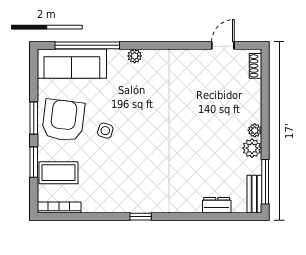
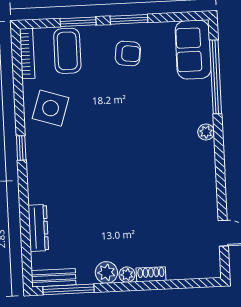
sofa: (72, 64) -> (193, 50), width x0.73
shoe rack: (255, 66) -> (151, 274), moved
armchair: (63, 120) -> (128, 53), width x0.53, depth x0.53
side table: (105, 131) -> (51, 108), moved, width x1.87, depth x1.87
dresser: (217, 205) -> (38, 228), width x1.44

